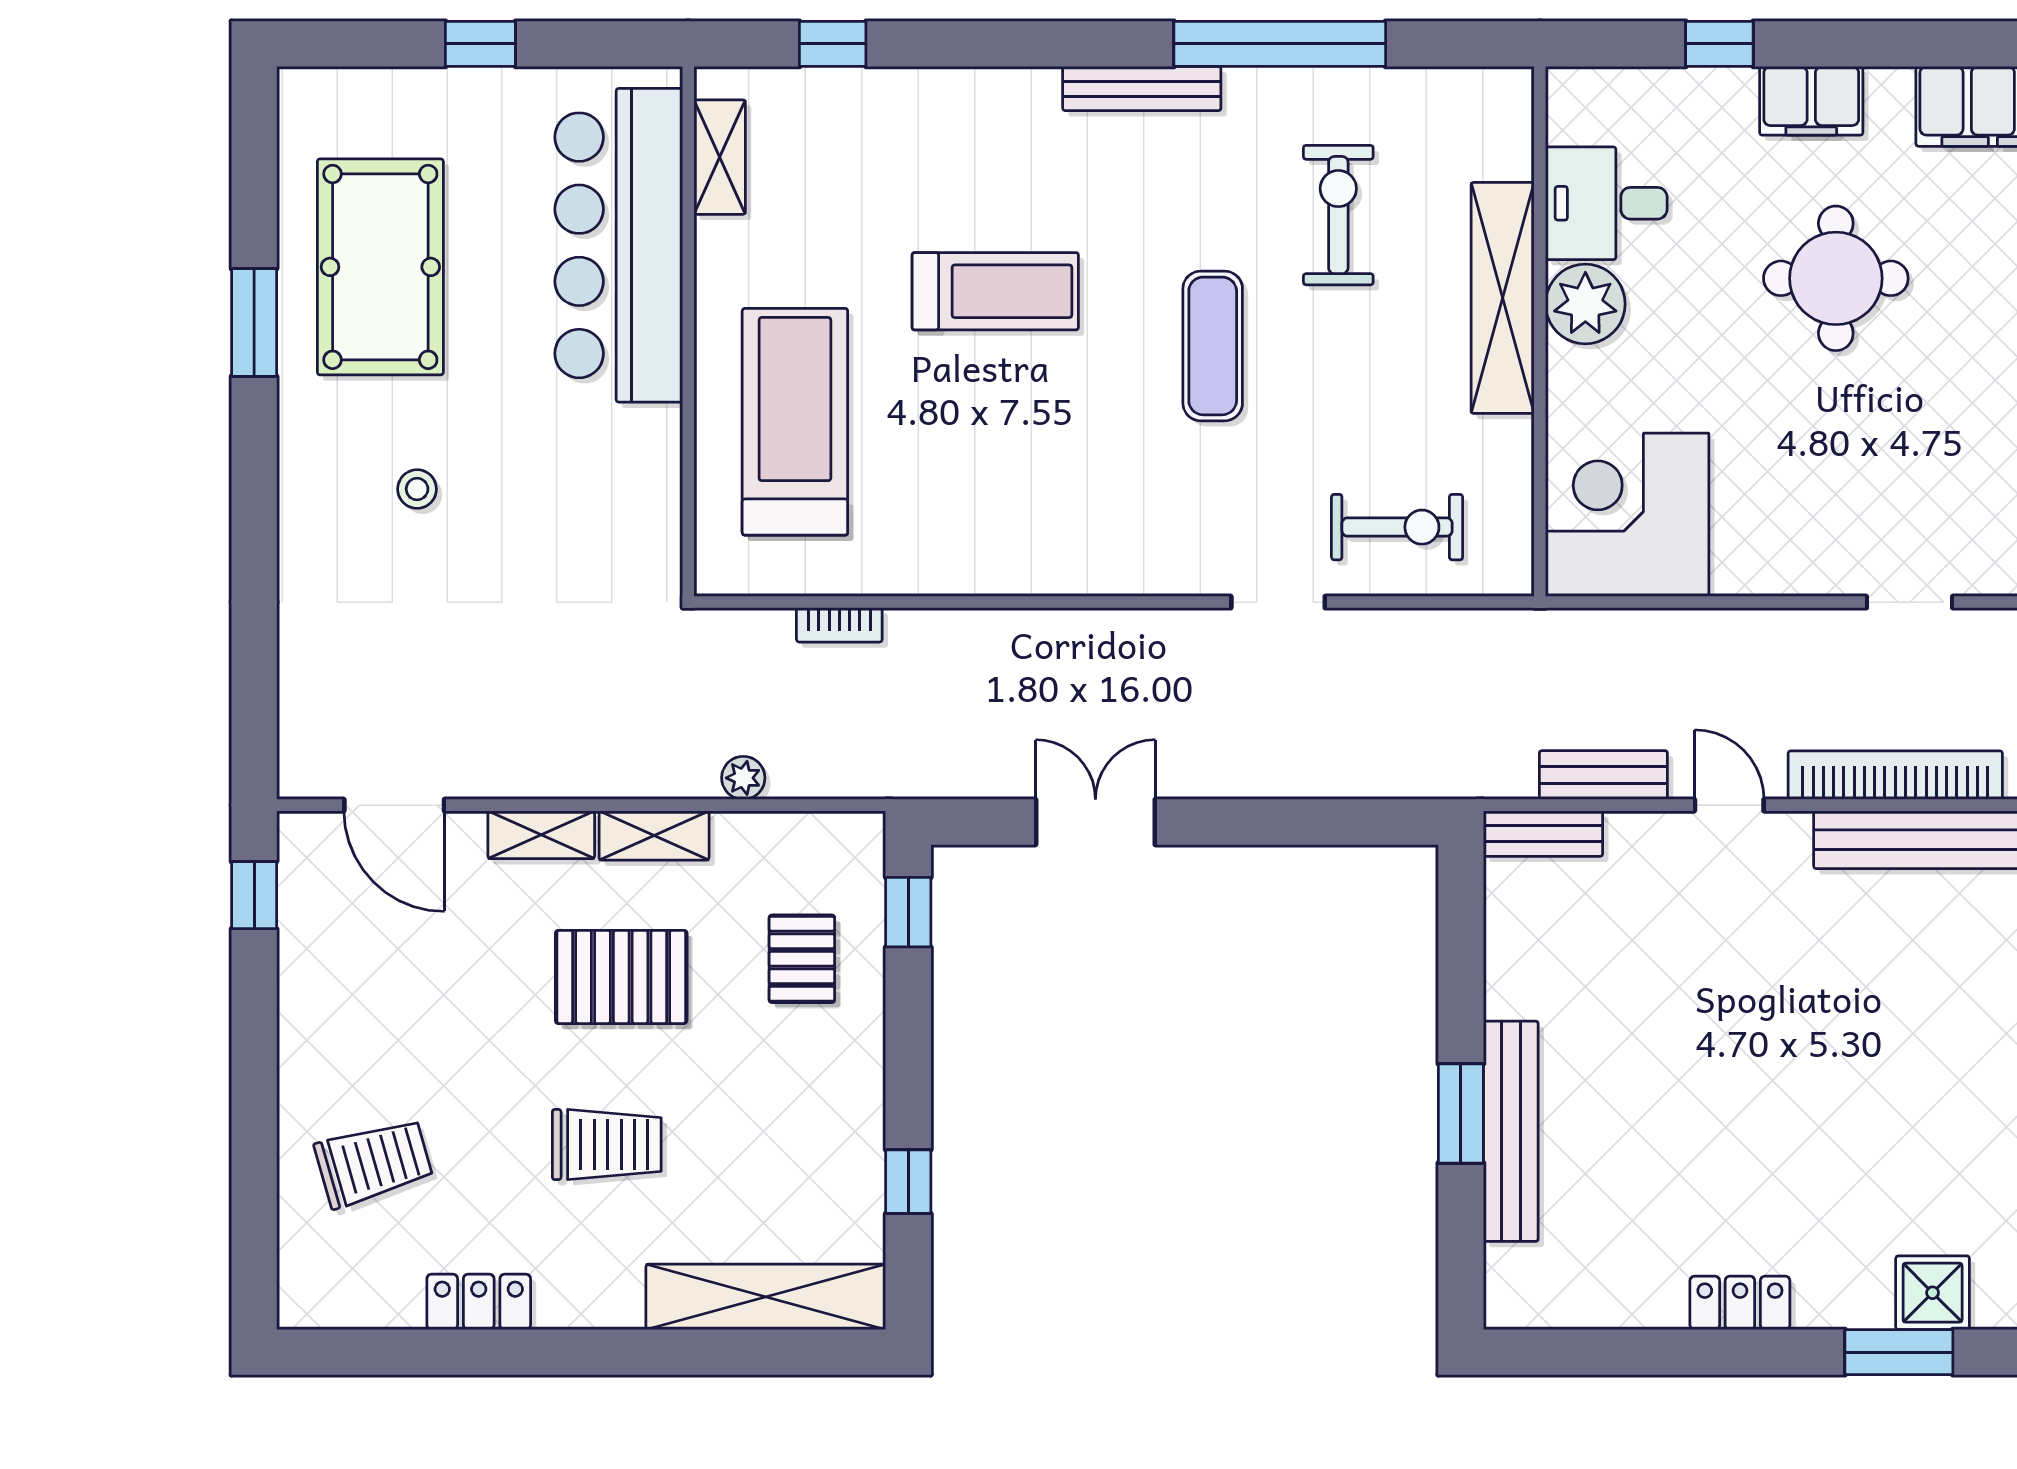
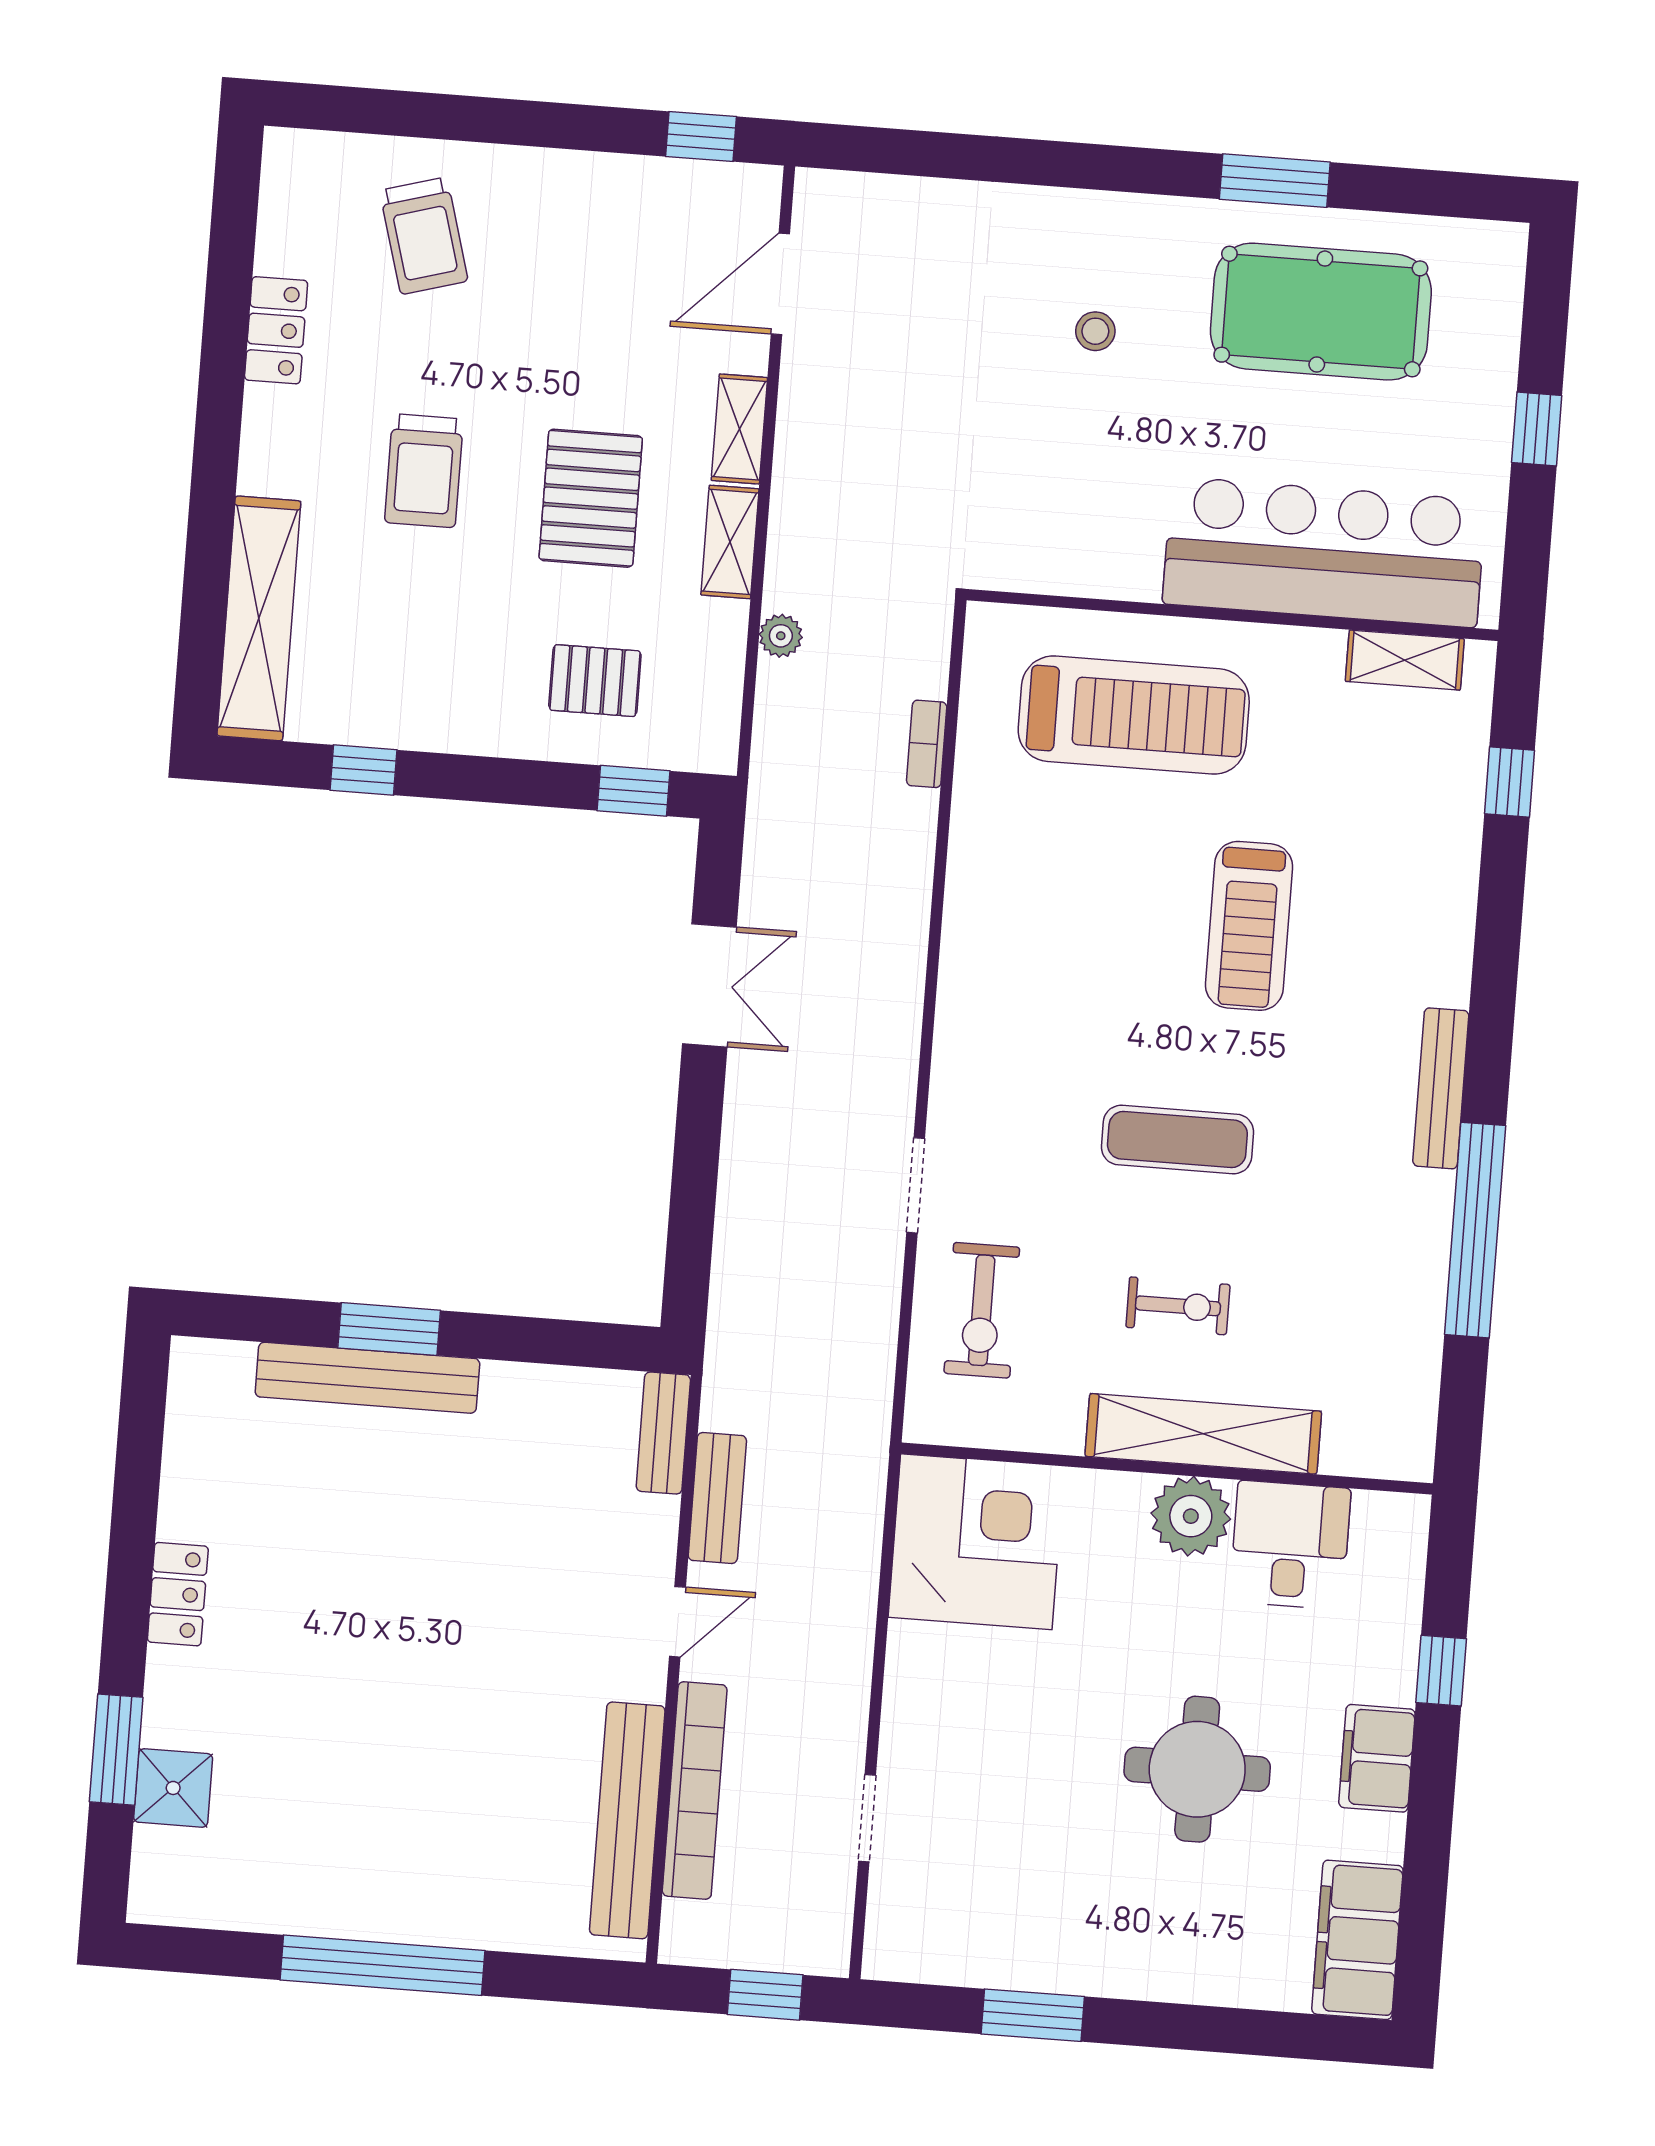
exercise bike: (1338, 215) -> (1178, 1306), moved, width x0.73, depth x0.72

